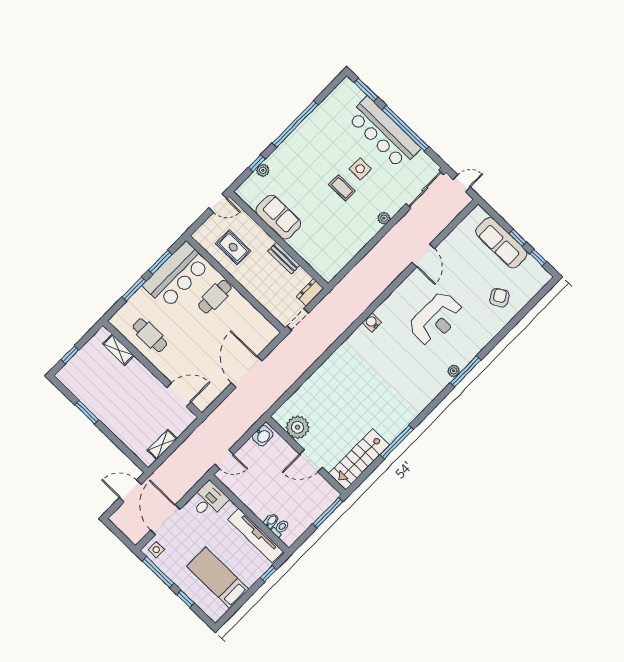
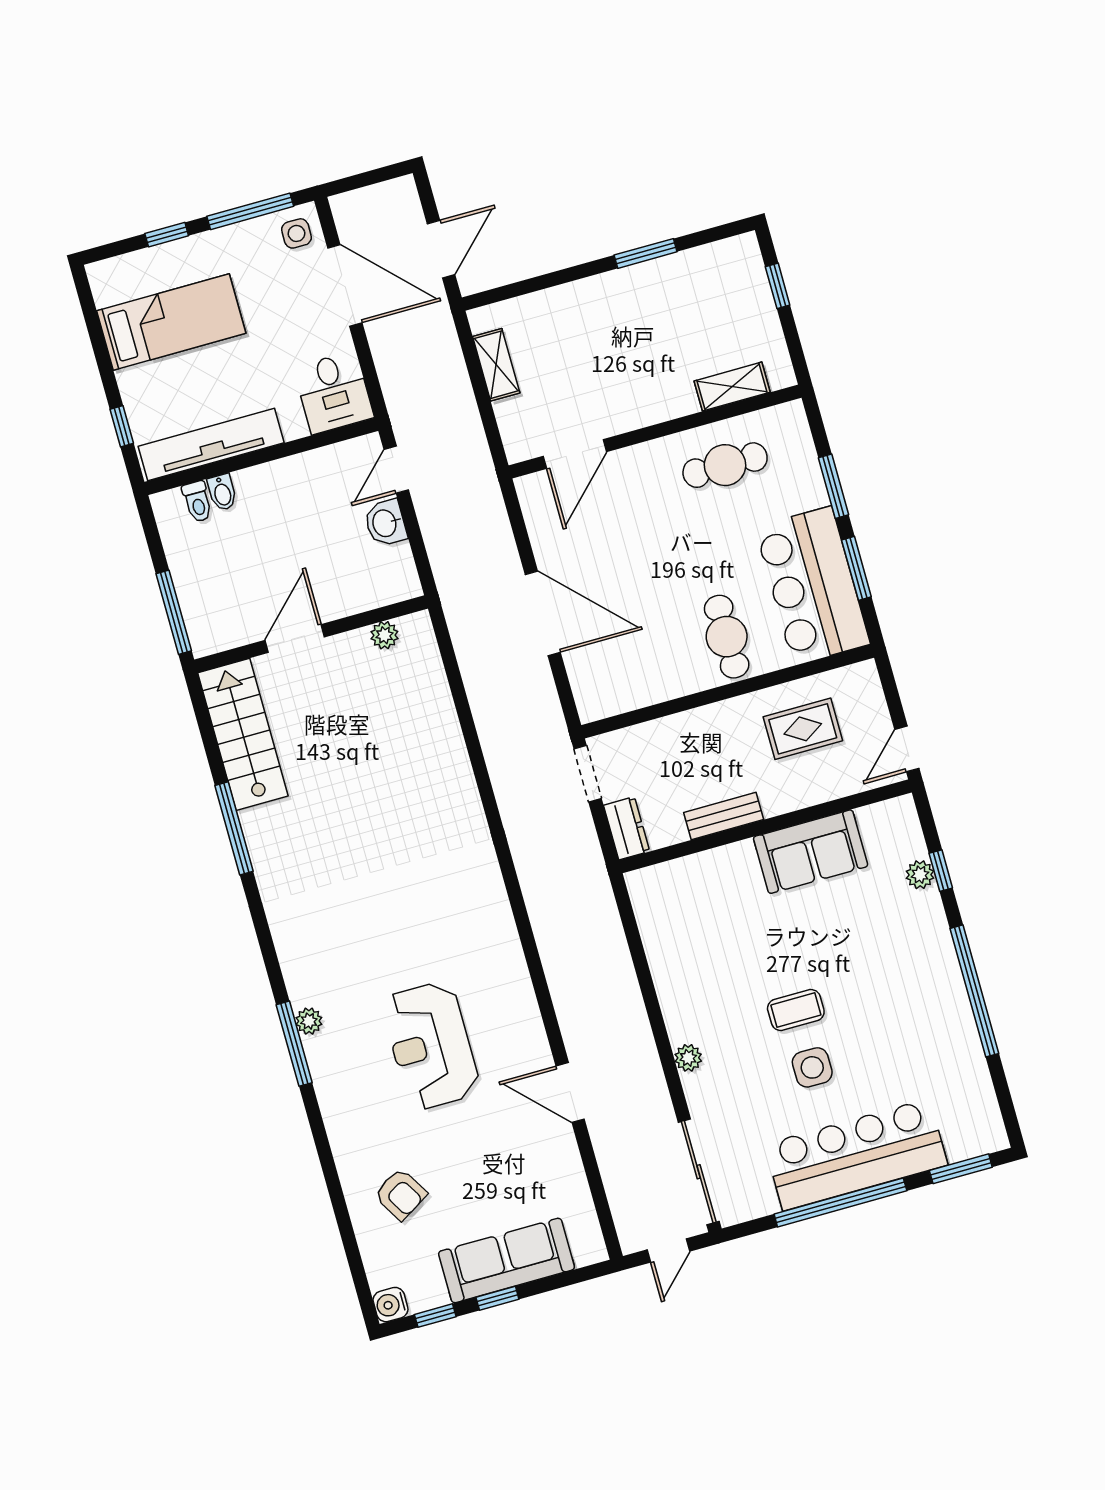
water cooler: (372, 322) -> (391, 1305), moved, turned 180
plant: (298, 427) -> (384, 635), width x0.53, depth x0.53
washbasin: (263, 436) -> (385, 523), moved

